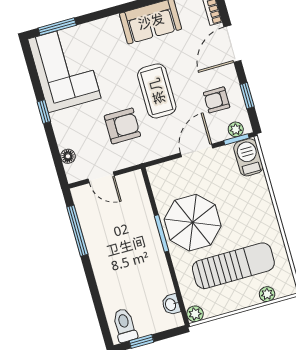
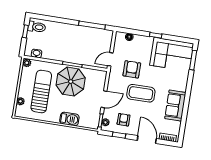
armchair: (122, 126) -> (132, 69), turned 180
door: (197, 151) -> (104, 99), hinge flipped
barbecue: (248, 157) -> (69, 119), moved
door: (101, 177) -> (110, 59), moved
sun lounger: (233, 266) -> (41, 91), turned 180

